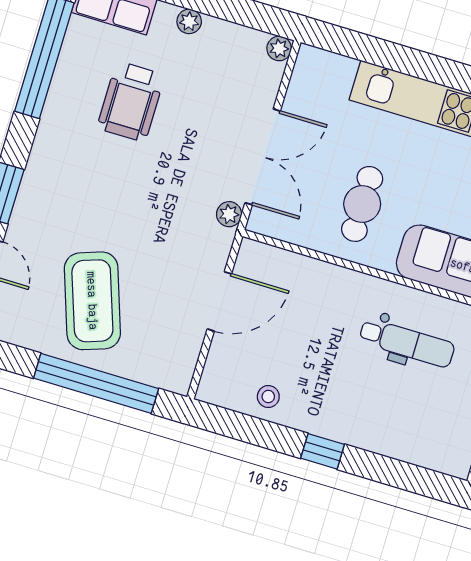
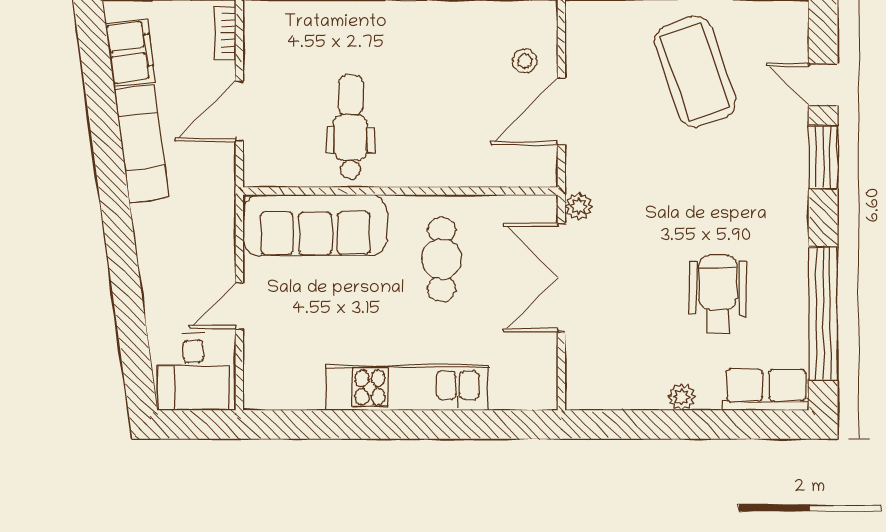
plant: (279, 48) -> (578, 397), removed
dental chair: (407, 343) -> (350, 127), turned 90
stool: (268, 397) -> (525, 61), moved

